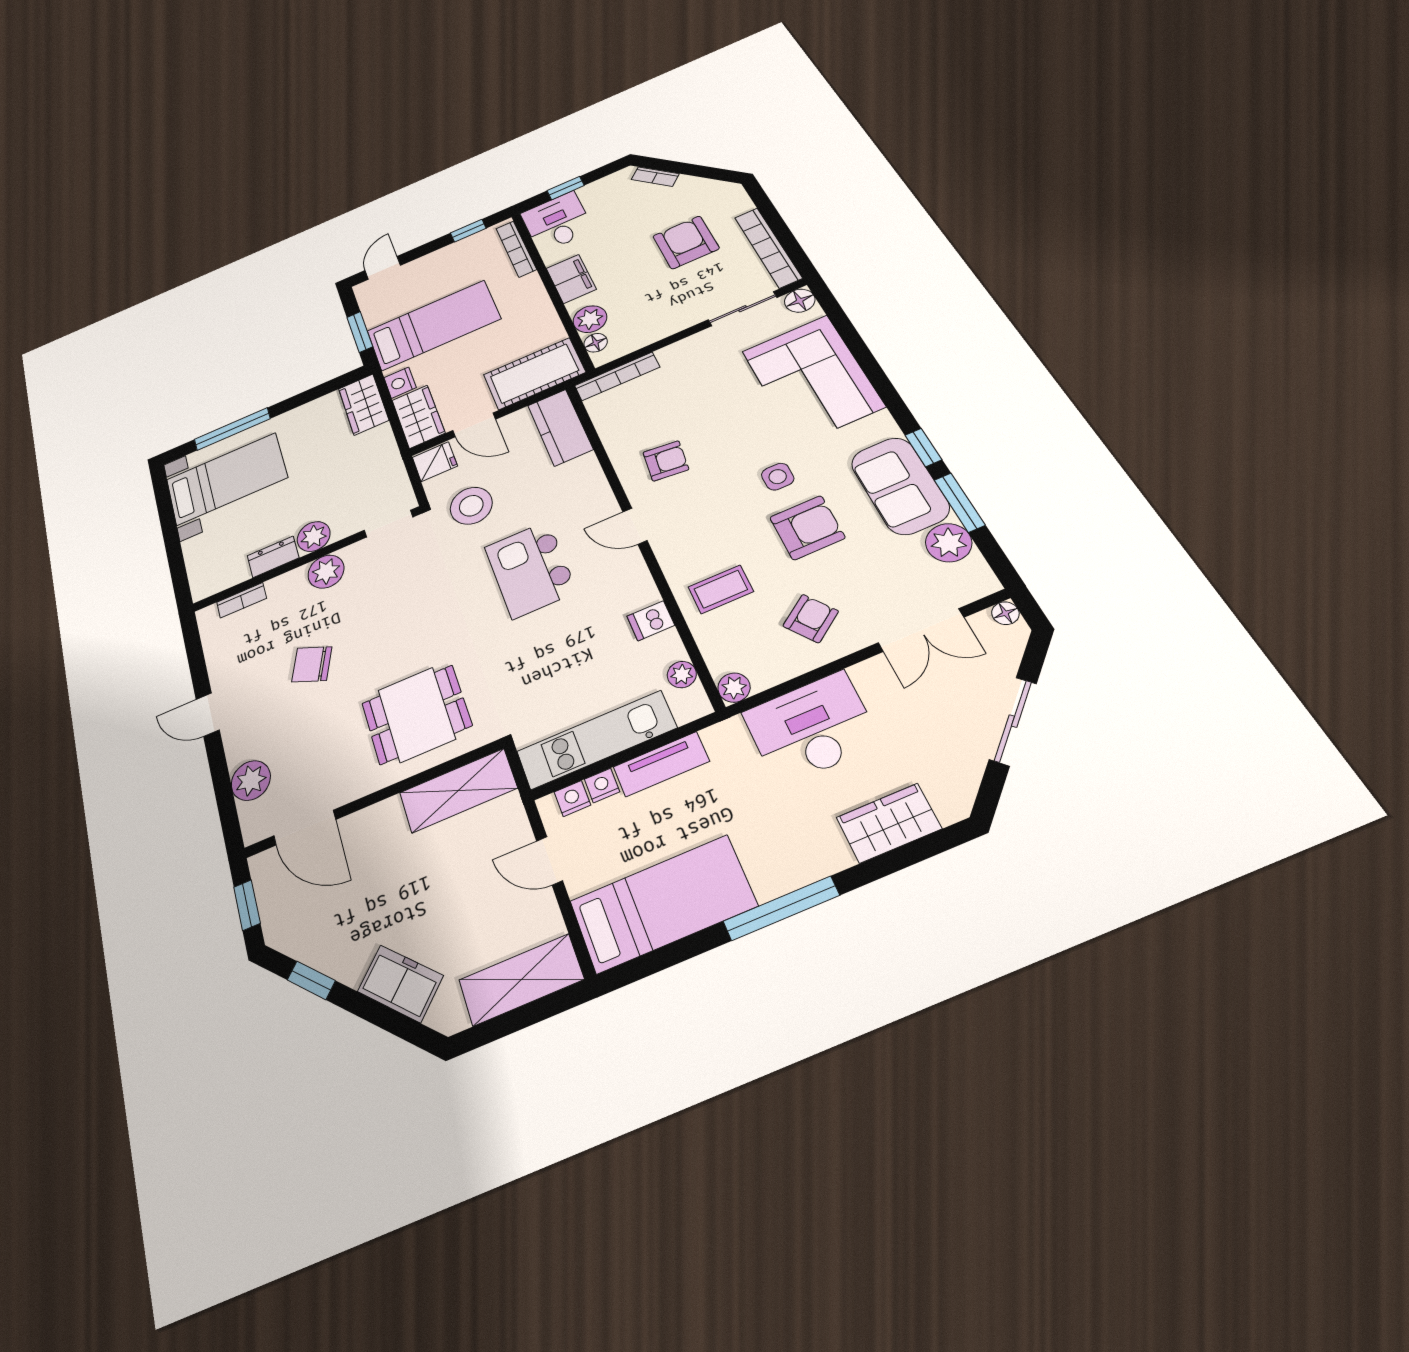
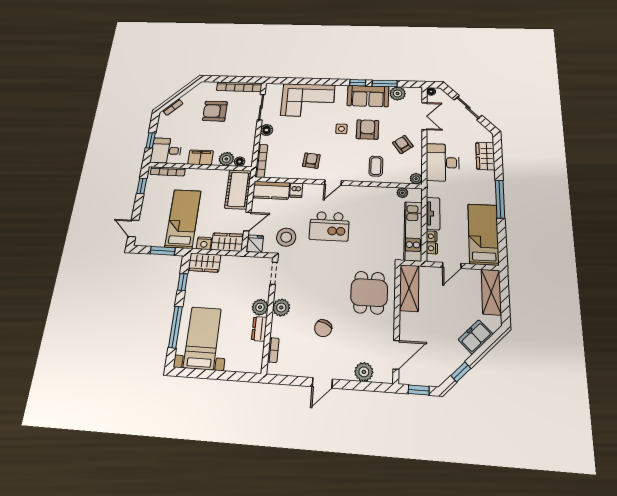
floor lamp: (800, 301) -> (266, 130), moved
window: (315, 393) -> (183, 282), added
dishwasher: (651, 621) -> (296, 190), moved

